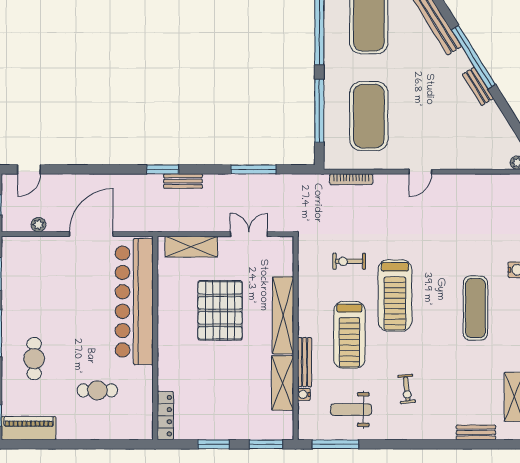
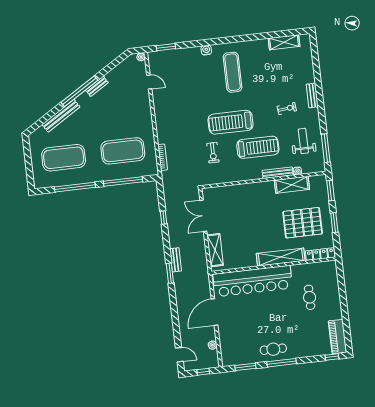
window: (254, 169) -> (164, 218), width x0.46
door: (420, 172) -> (149, 82), moved
door: (91, 234) -> (214, 312), hinge flipped
double door: (249, 234) -> (203, 216), width x1.37
treadmill: (395, 295) -> (231, 122), turned 180
exercise mat: (475, 308) -> (233, 72), turned 90
pallet: (220, 310) -> (303, 223), moved
shelving: (283, 315) -> (281, 257), moved
cafe table: (34, 359) -> (273, 349), moved
weight bench: (351, 410) -> (303, 141), turned 180
bench: (476, 432) -> (312, 96), moved

